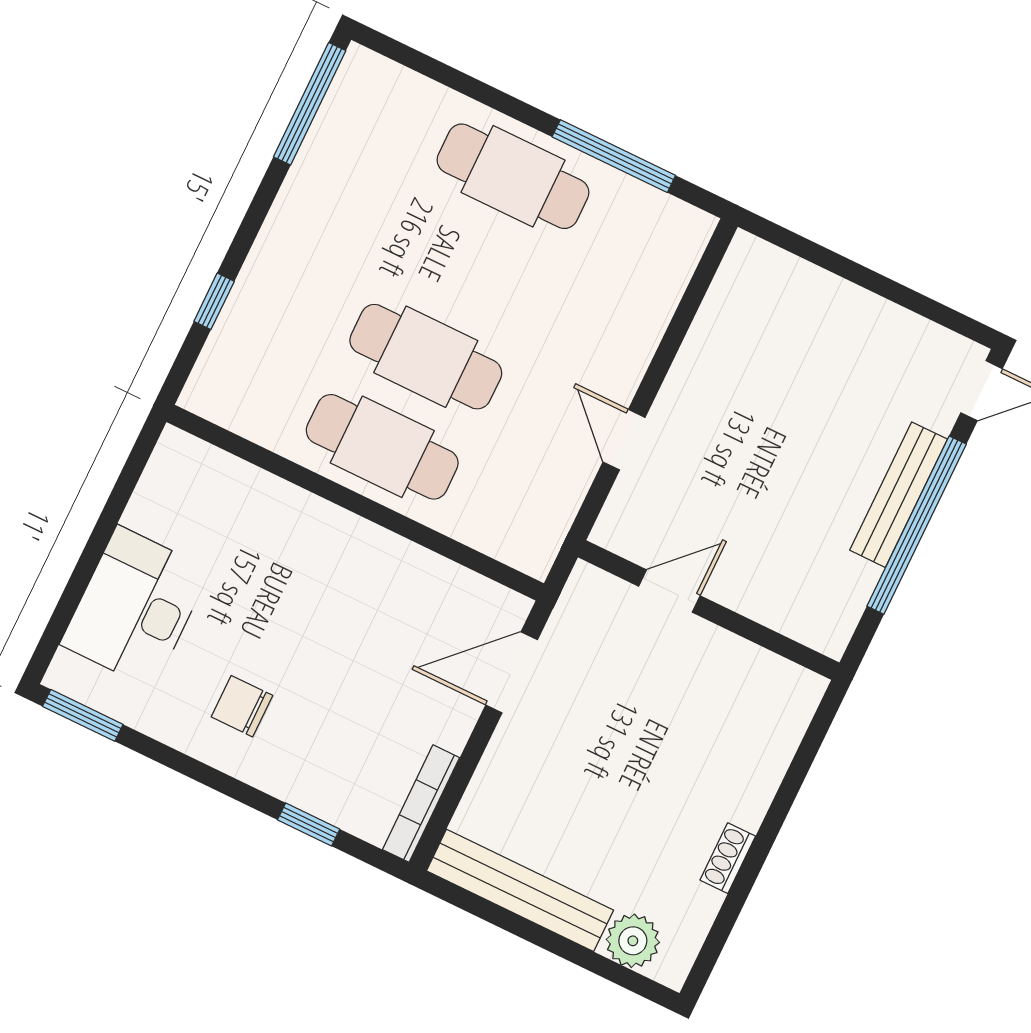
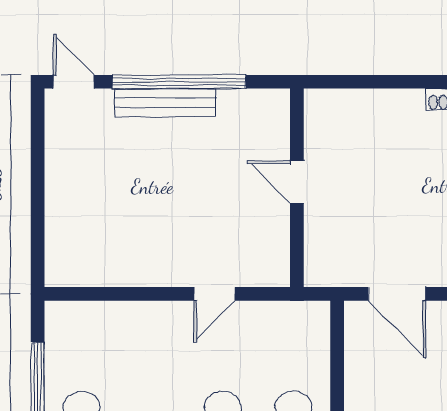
door: (669, 591) -> (297, 182), moved

